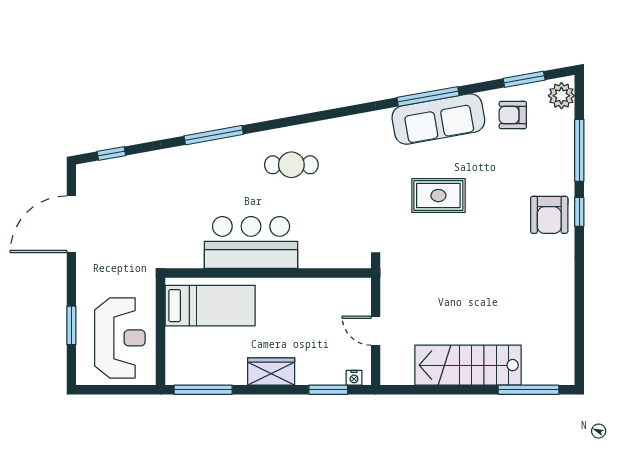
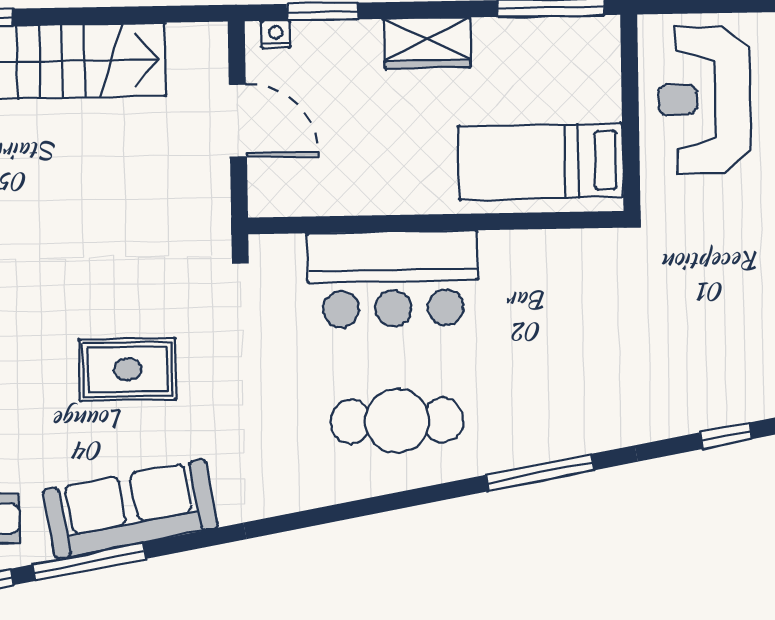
window: (428, 97) -> (89, 562), moved
cafe table: (291, 165) -> (397, 421), width x1.37, depth x1.35
bar counter: (251, 242) -> (393, 279), moved
door: (376, 331) -> (238, 121), width x1.38

